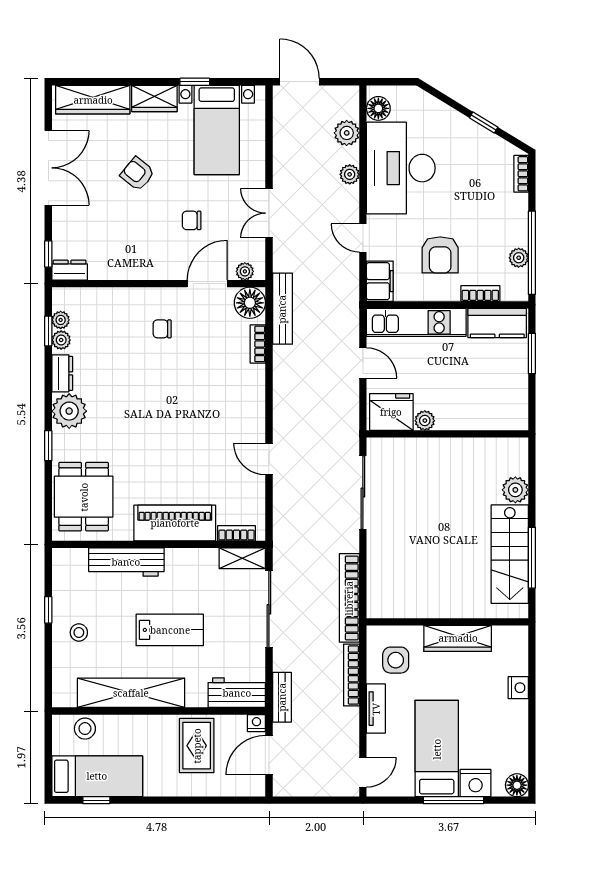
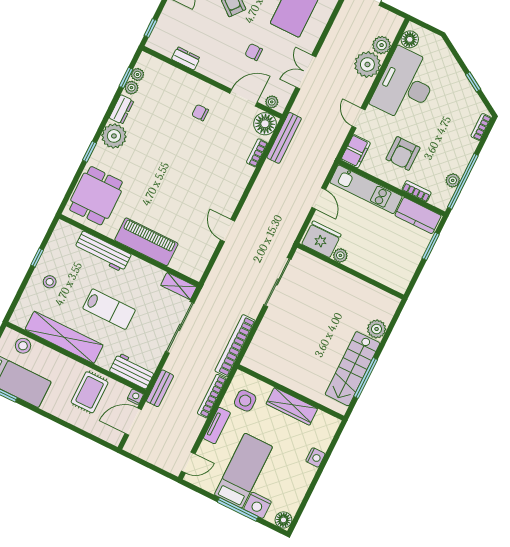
plant: (350, 174) -> (367, 64), width x1.88, depth x1.88
dresser: (70, 270) -> (186, 58), moved
bookcase: (237, 533) -> (183, 268), removed

